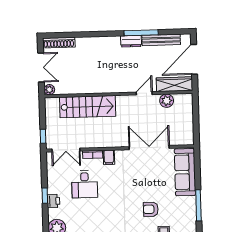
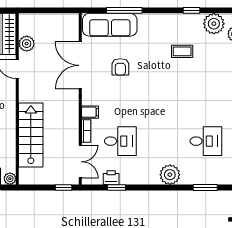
window: (45, 196) -> (117, 188), moved
printer: (54, 201) -> (111, 178), moved
window: (198, 205) -> (124, 10), moved
armchair: (151, 209) -> (120, 67), moved

